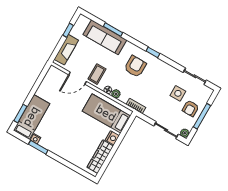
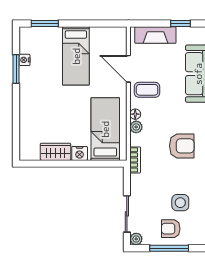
armchair: (135, 66) -> (182, 146), moved
bed: (32, 117) -> (76, 56), moved, turned 90
wardrobe: (100, 157) -> (55, 152), width x0.67

